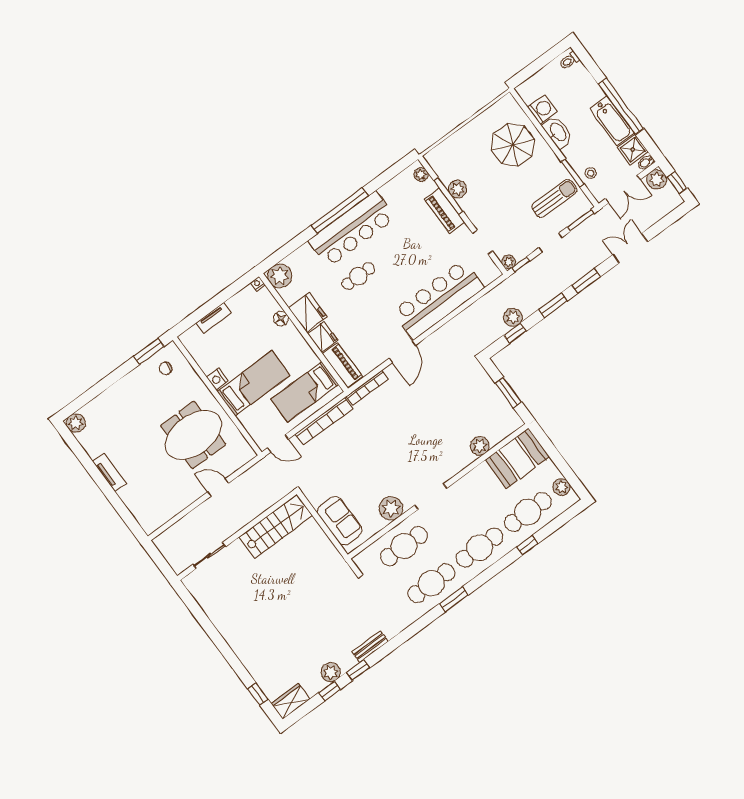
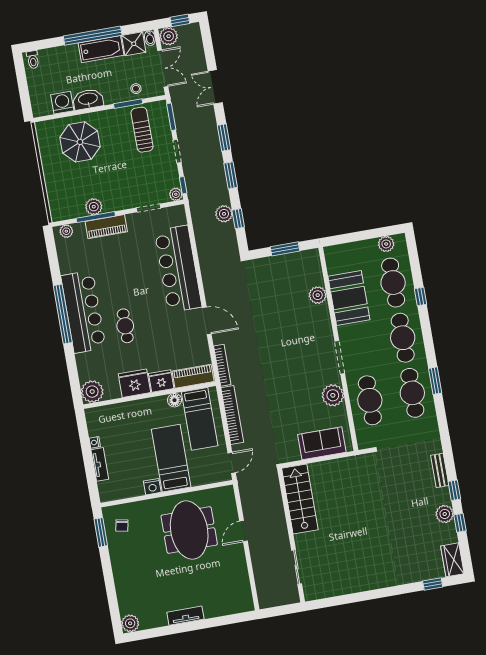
nightstand: (258, 284) -> (95, 442), moved
floor lamp: (281, 319) -> (175, 400), moved
booth: (517, 458) -> (349, 298), moved

